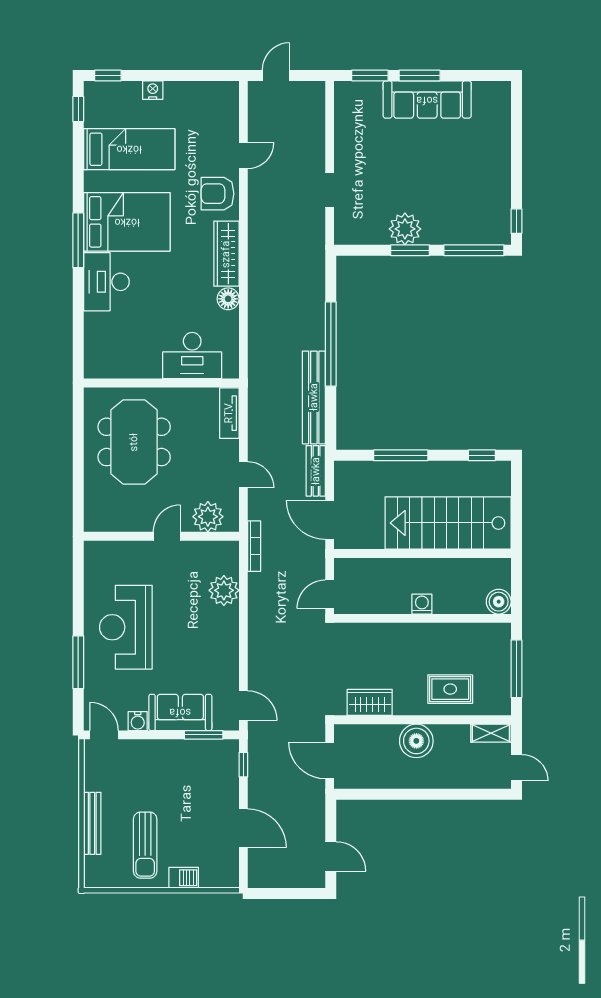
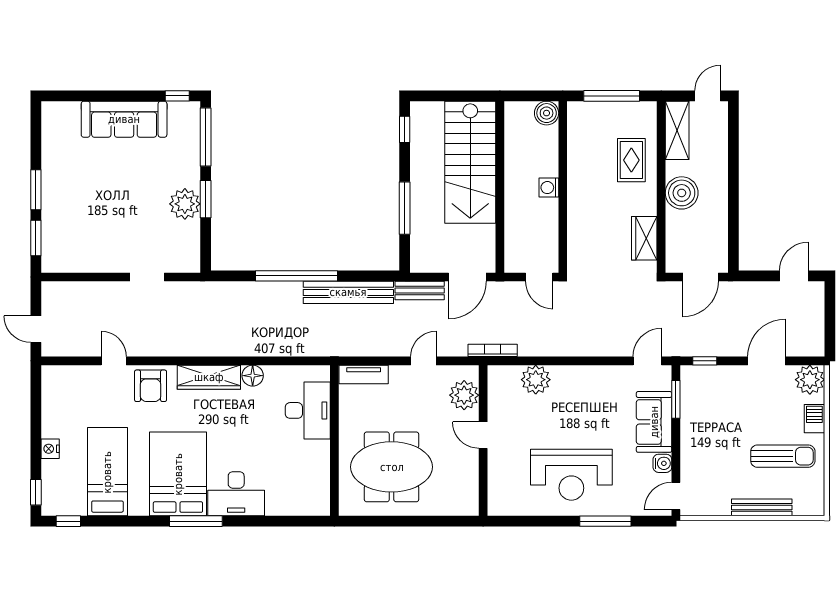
sofa: (427, 100) -> (124, 119), moved, turned 90
shelving: (491, 733) -> (677, 130), width x1.50, depth x1.33
plant: (224, 873) -> (810, 380), added

